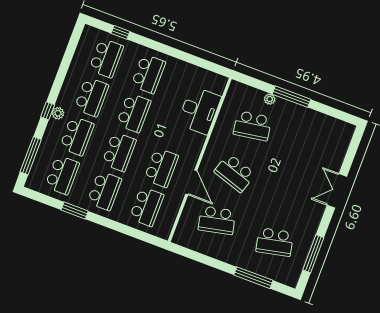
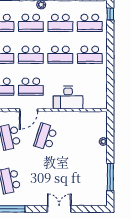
window: (120, 32) -> (110, 14), moved
window: (291, 97) -> (110, 177), moved
desk: (199, 110) -> (68, 98), moved
school desk: (252, 126) -> (81, 137), removed

